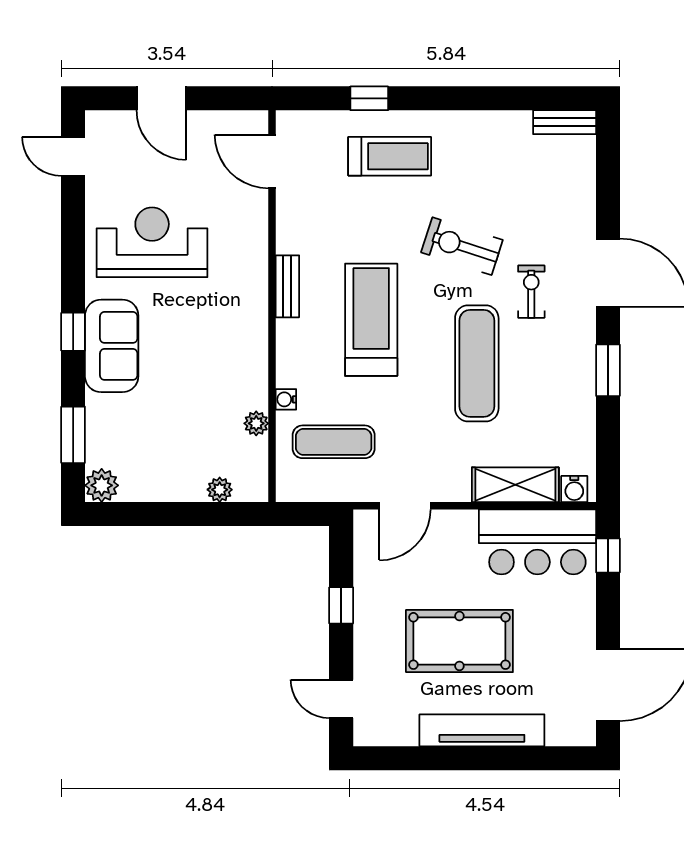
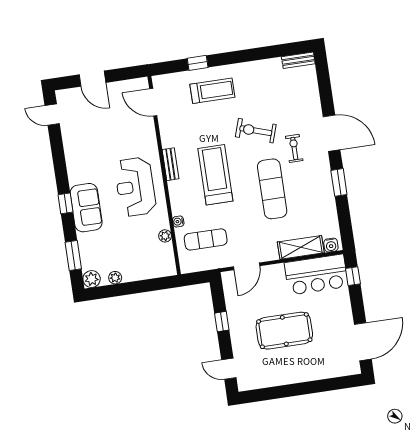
reception desk: (152, 242) -> (135, 187), moved, turned -90
plant: (220, 490) -> (115, 278), moved
tv unit: (482, 730) -> (302, 374), removed

